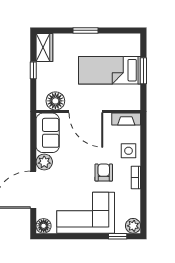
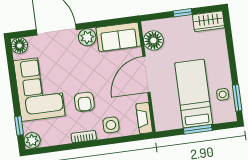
window: (86, 30) -> (237, 98), moved
side table: (114, 43) -> (223, 94), added
armchair: (104, 173) -> (84, 102), turned 90

